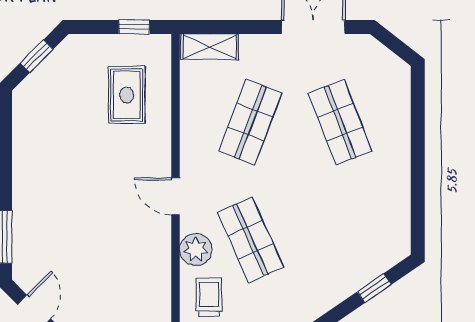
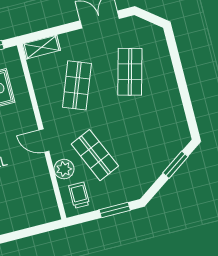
shop shelf: (340, 122) -> (130, 72), turned 36
window: (374, 288) -> (175, 165), width x1.50

